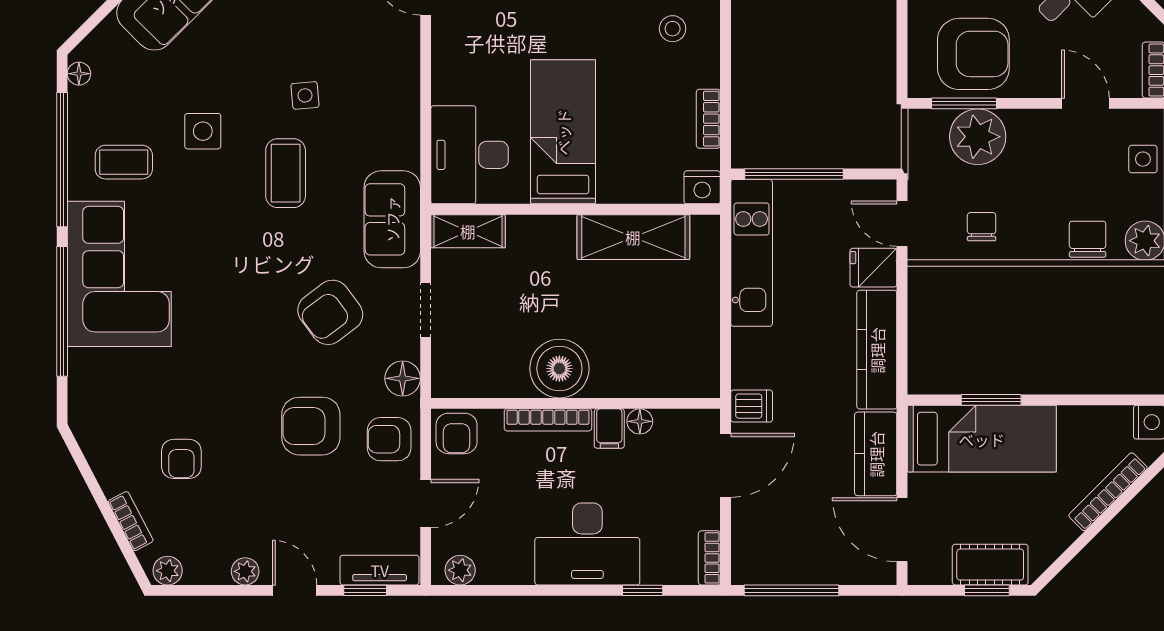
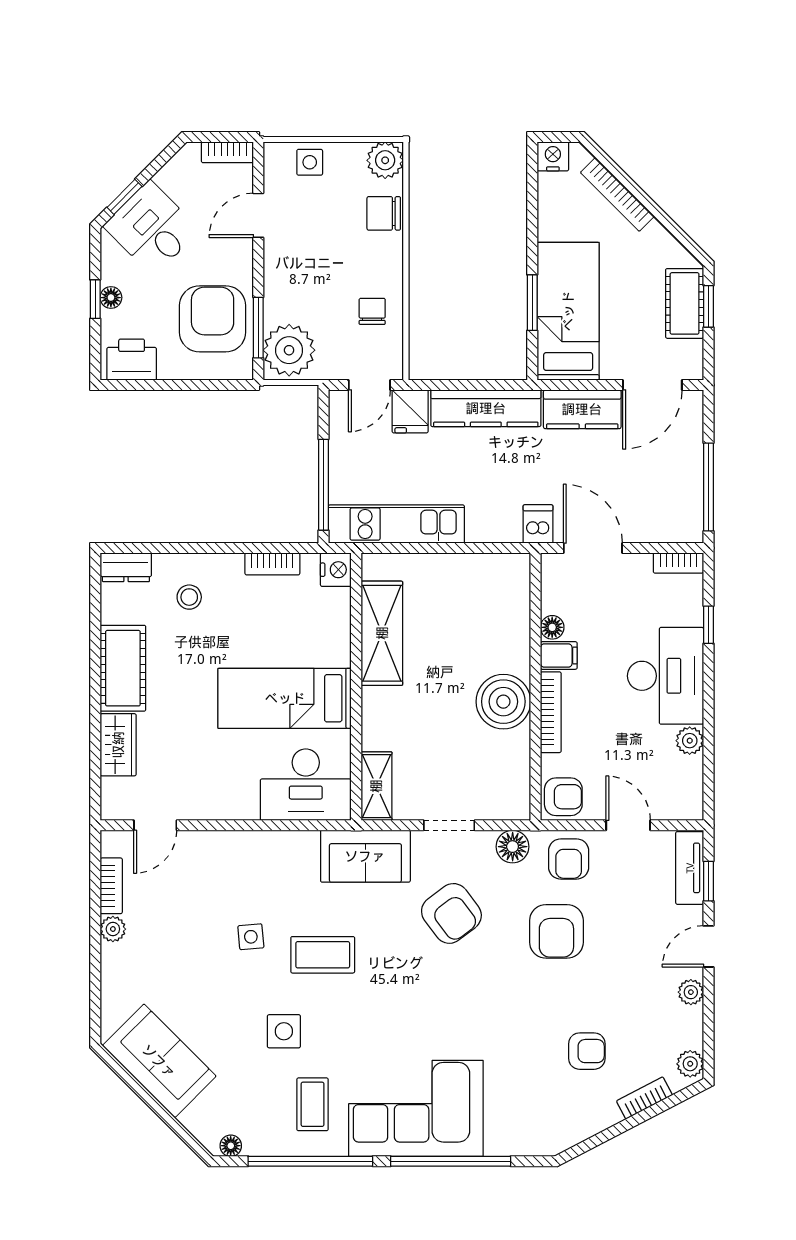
plant: (978, 137) -> (289, 350), moved
chair: (982, 227) -> (372, 311), turned 90
plant: (460, 570) -> (690, 741), moved

